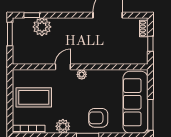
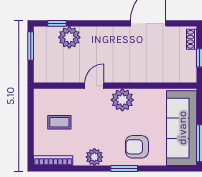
plant: (82, 74) -> (122, 100), width x1.88, depth x1.88
coffee table: (34, 97) -> (59, 122), width x0.54, depth x0.58

